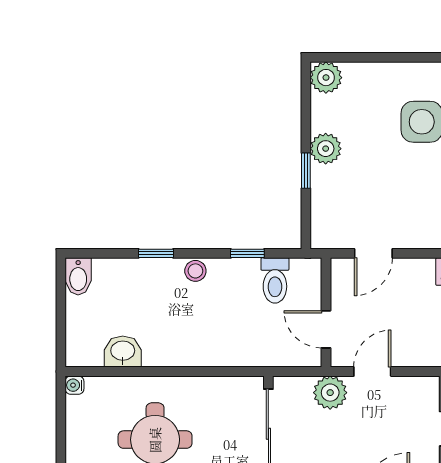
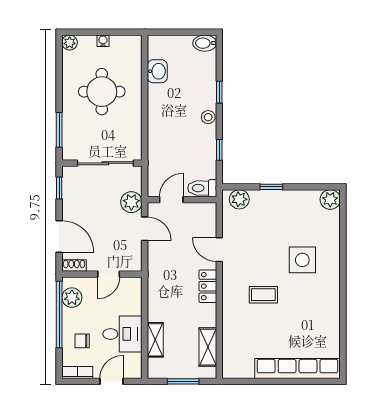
plant: (326, 149) -> (239, 199), moved
door: (373, 253) -> (219, 250), moved
toilet: (275, 280) -> (202, 188), moved
water cooler: (75, 385) -> (103, 41), moved

